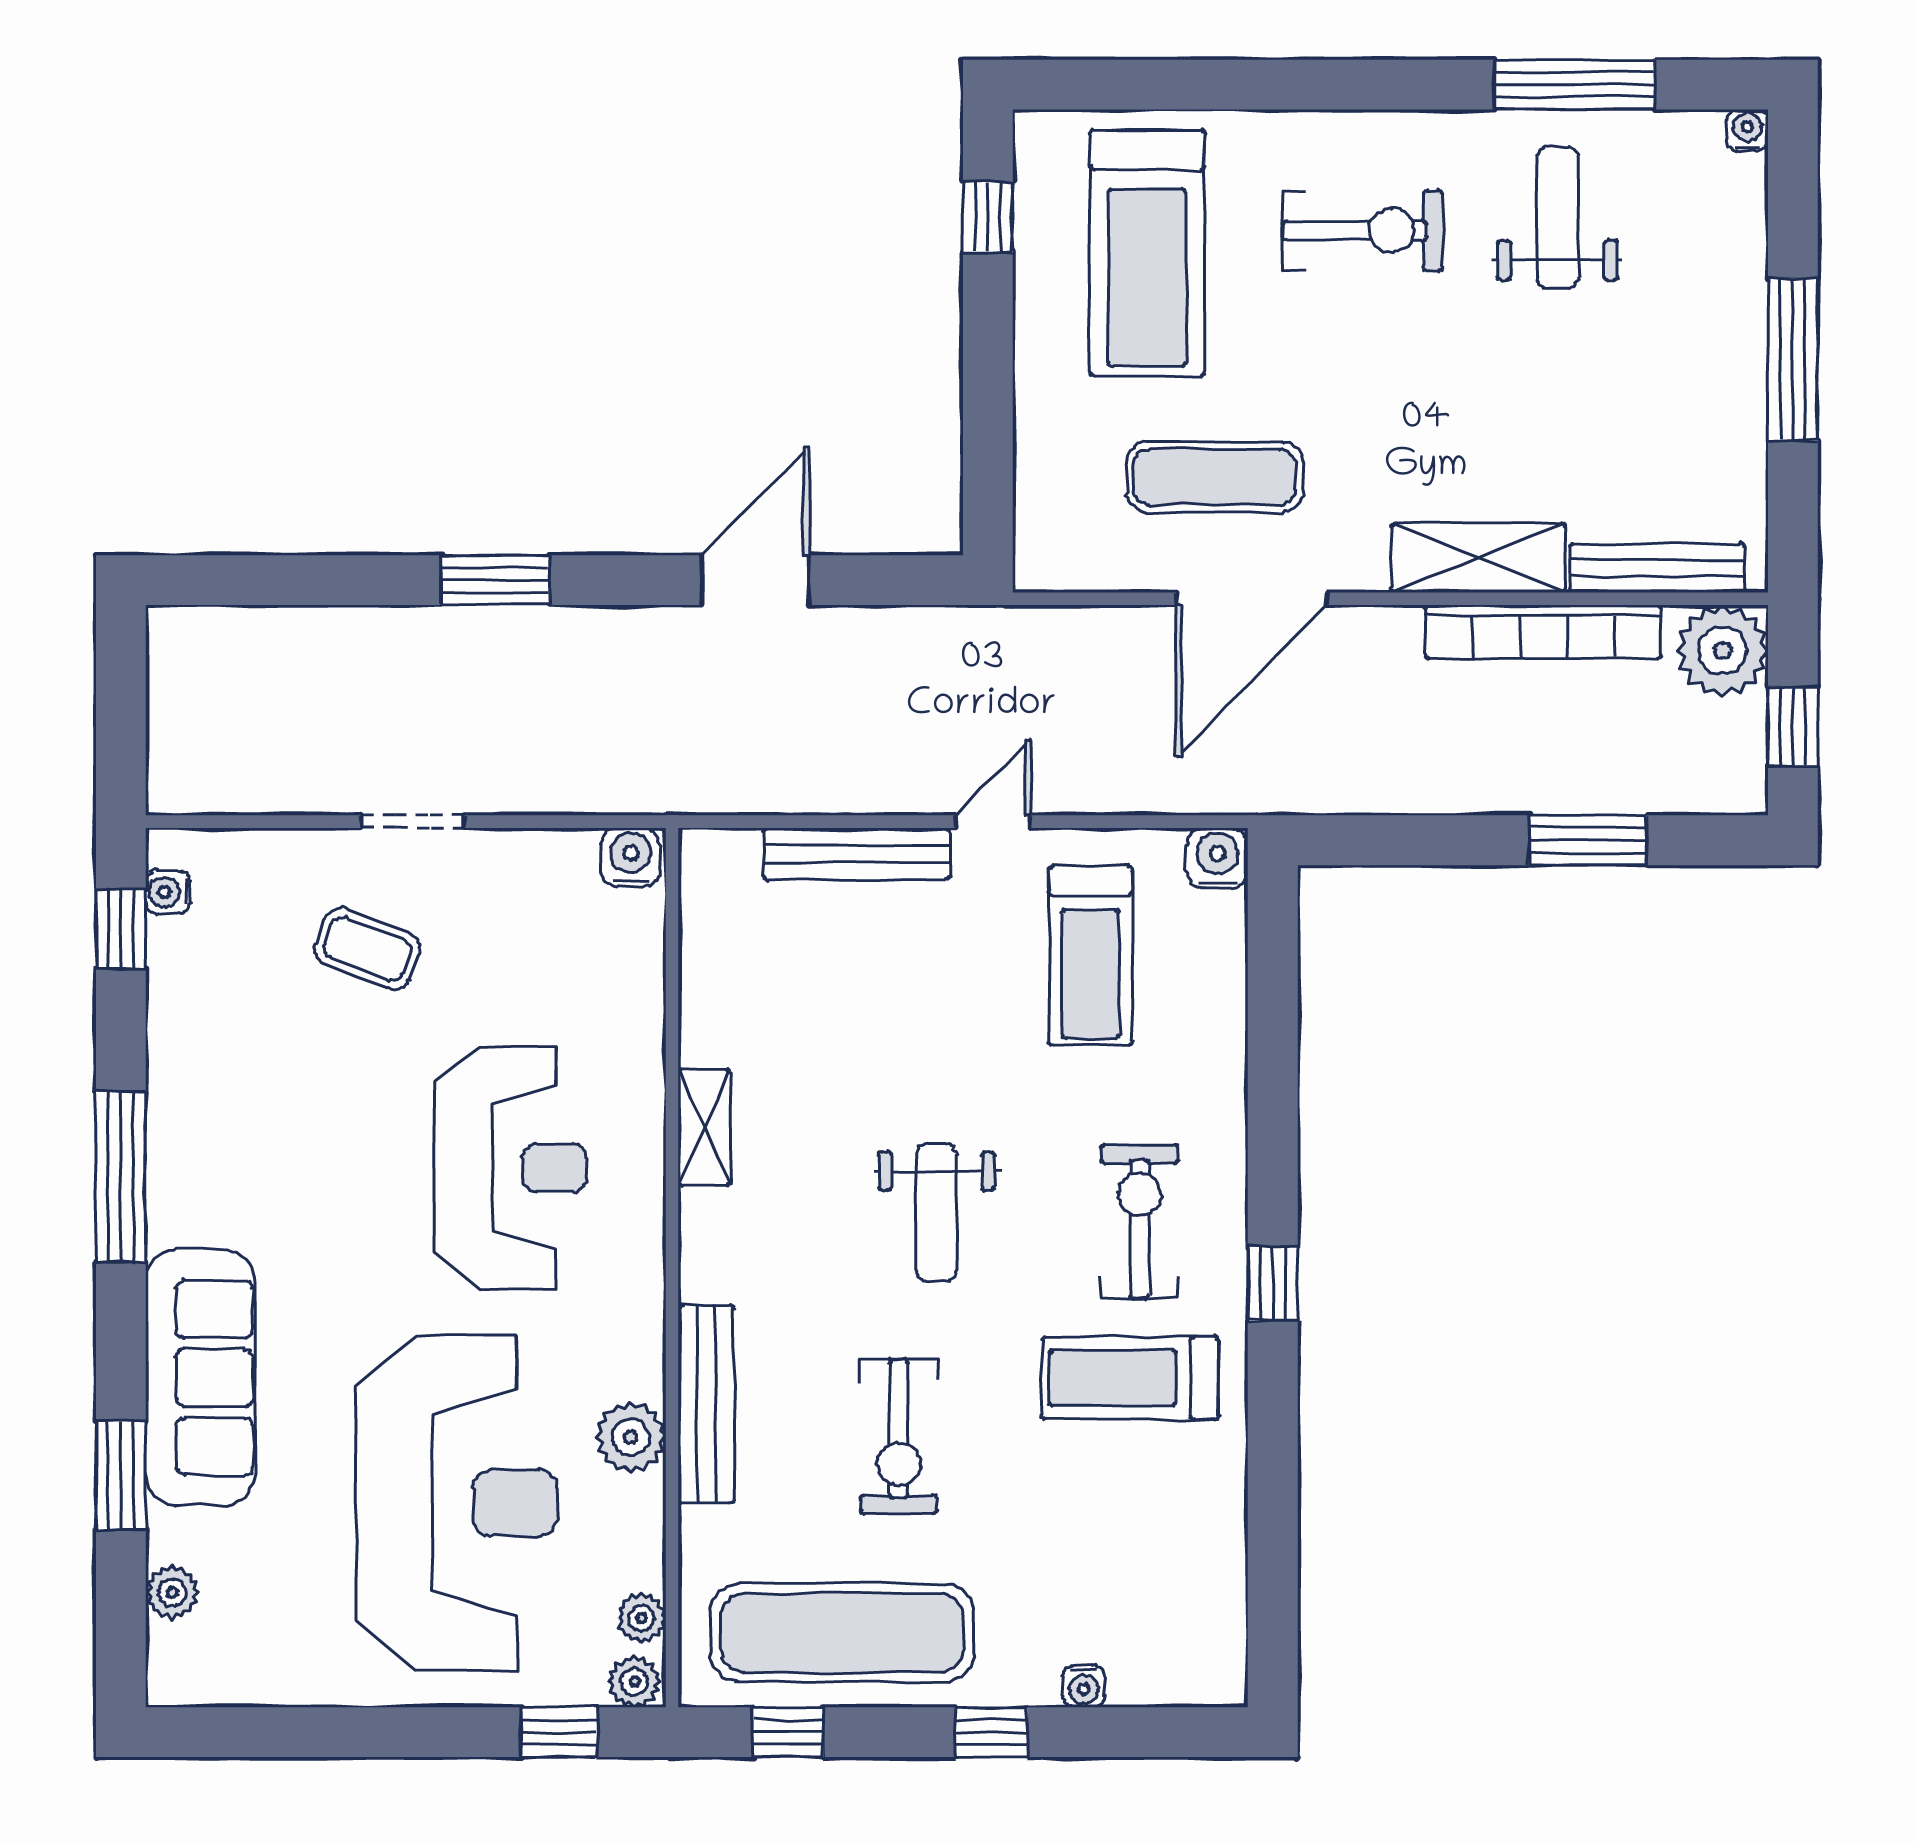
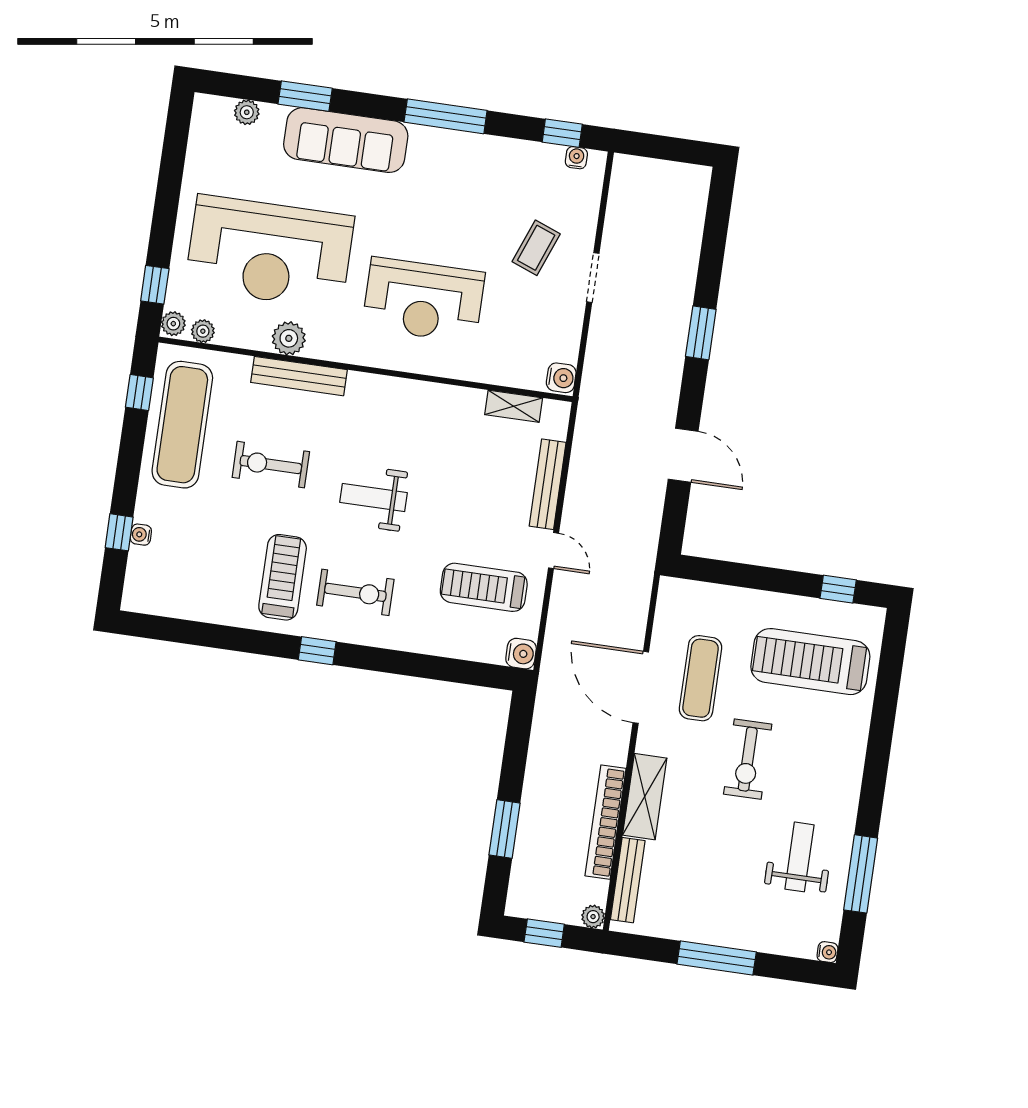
weight bench: (1558, 217) -> (799, 857), turned -90
exercise bike: (1363, 231) -> (748, 759), moved
plant: (1722, 651) -> (593, 917), width x0.53, depth x0.53
shelving: (704, 1127) -> (514, 406), moved
window: (991, 1732) -> (119, 532), moved

